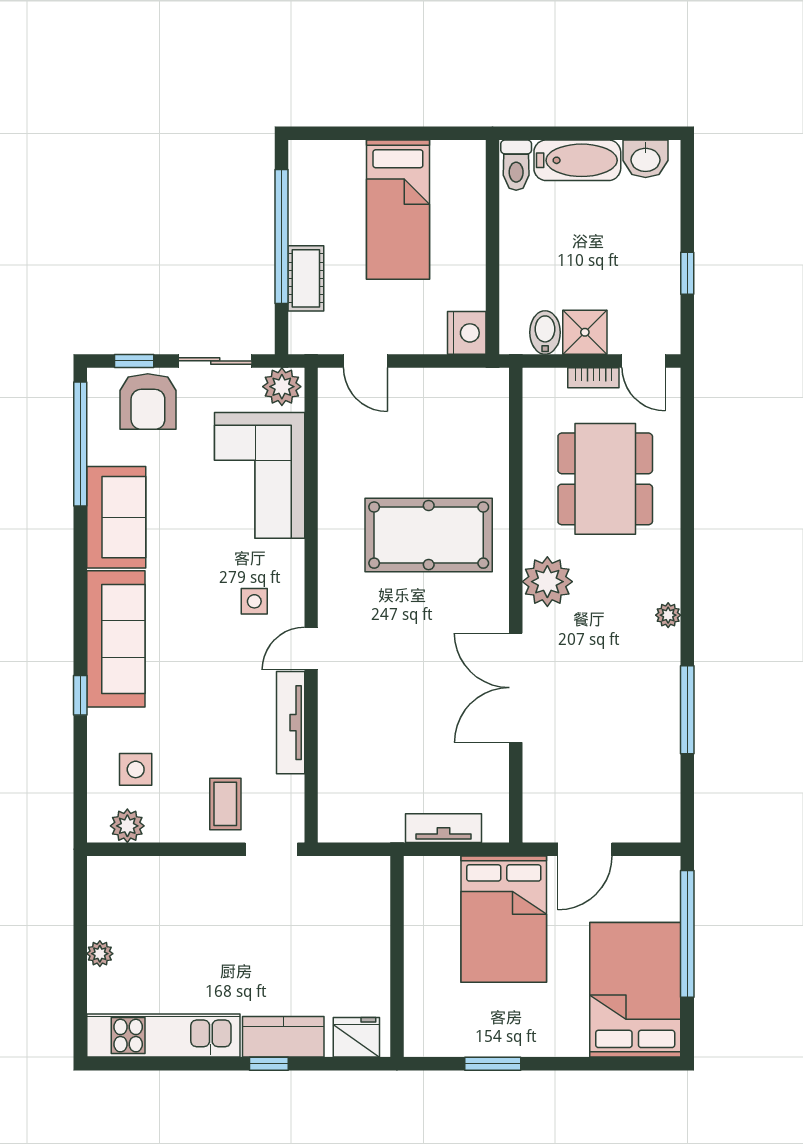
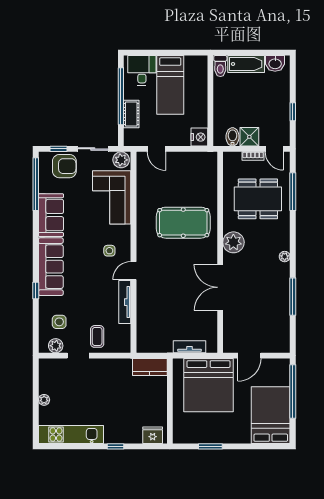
desk: (331, 175) -> (142, 70), added
armchair: (148, 401) -> (64, 166), turned -90
window: (687, 462) -> (293, 192), added
dining table: (605, 479) -> (258, 199), turned 90
doorway: (271, 849) -> (78, 356), moved
bed: (504, 919) -> (208, 385), width x1.36
kitchen counter: (283, 1037) -> (150, 367), moved, turned 180

